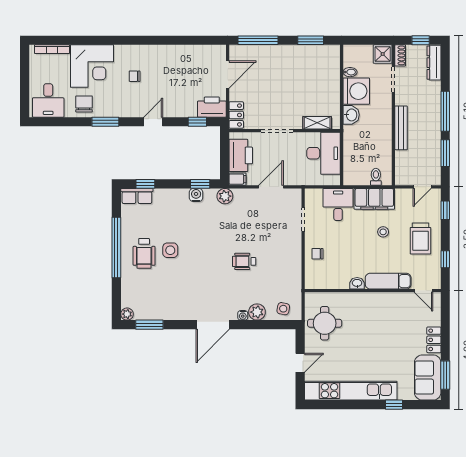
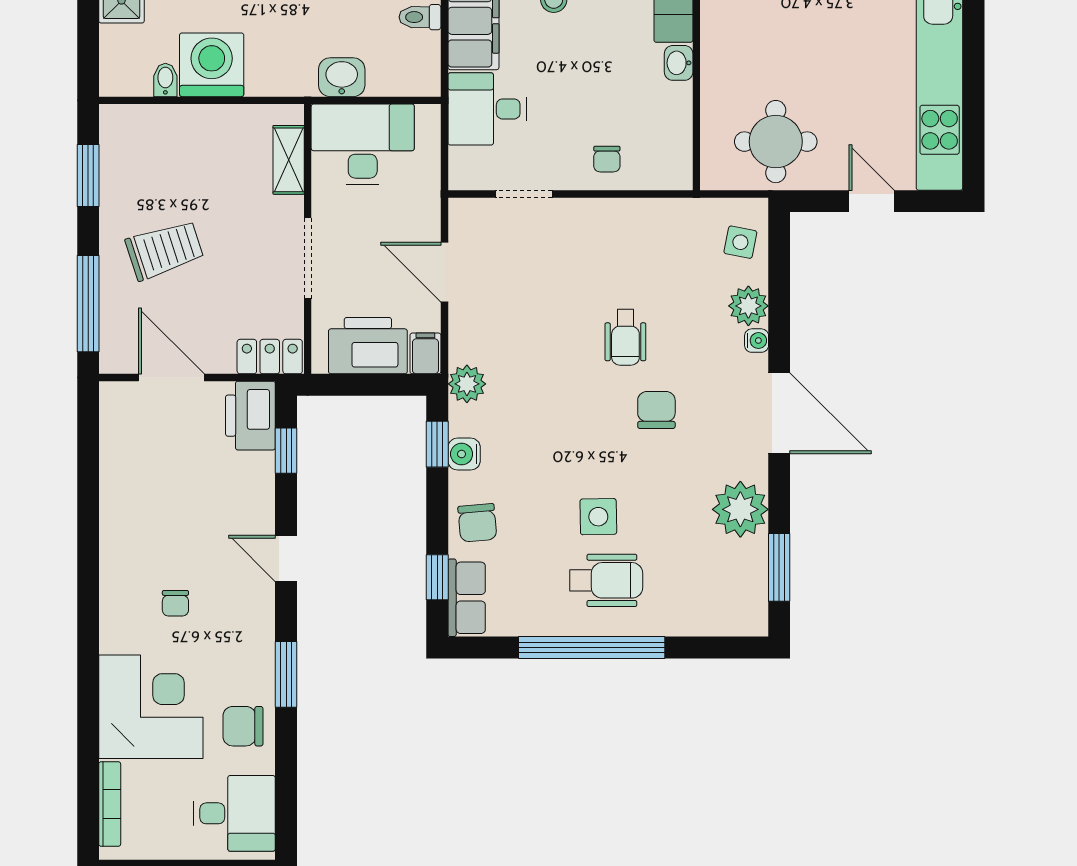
trolley: (280, 72) -> (164, 250), added
washbasin: (351, 115) -> (342, 77), moved
chair: (168, 200) -> (477, 523), added
chair: (214, 274) -> (656, 410), added
plant: (127, 314) -> (740, 509), moved, width x1.88, depth x1.88

